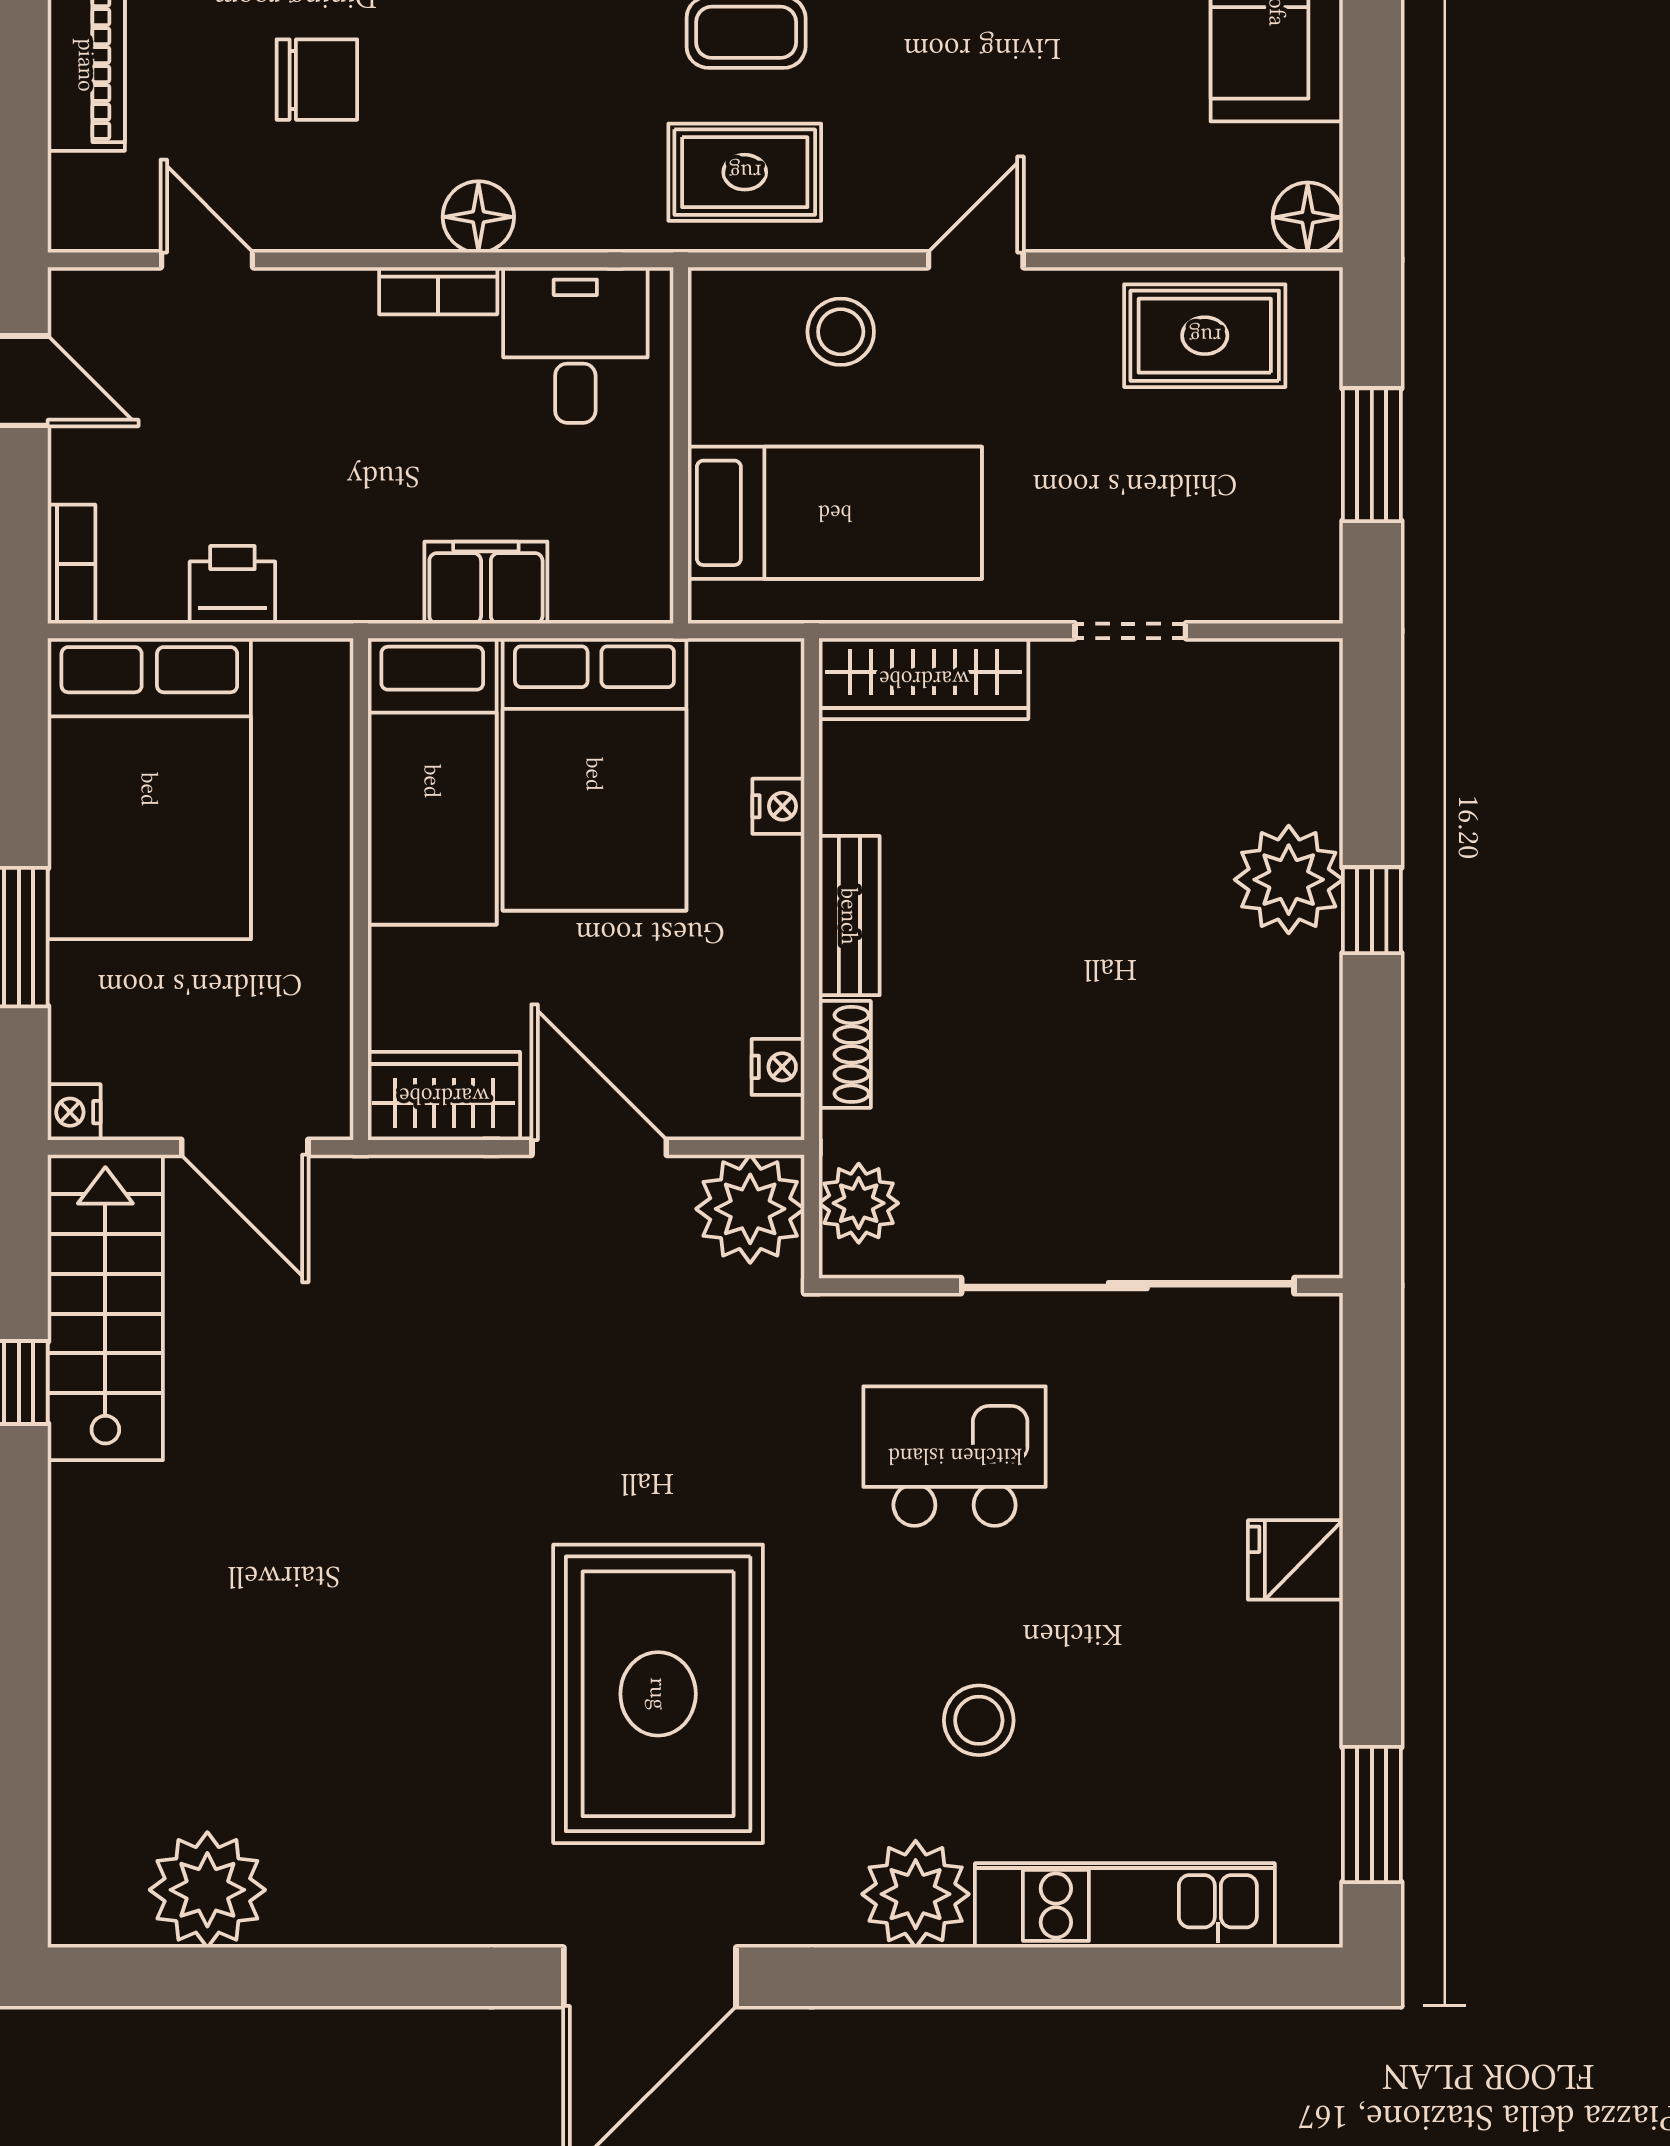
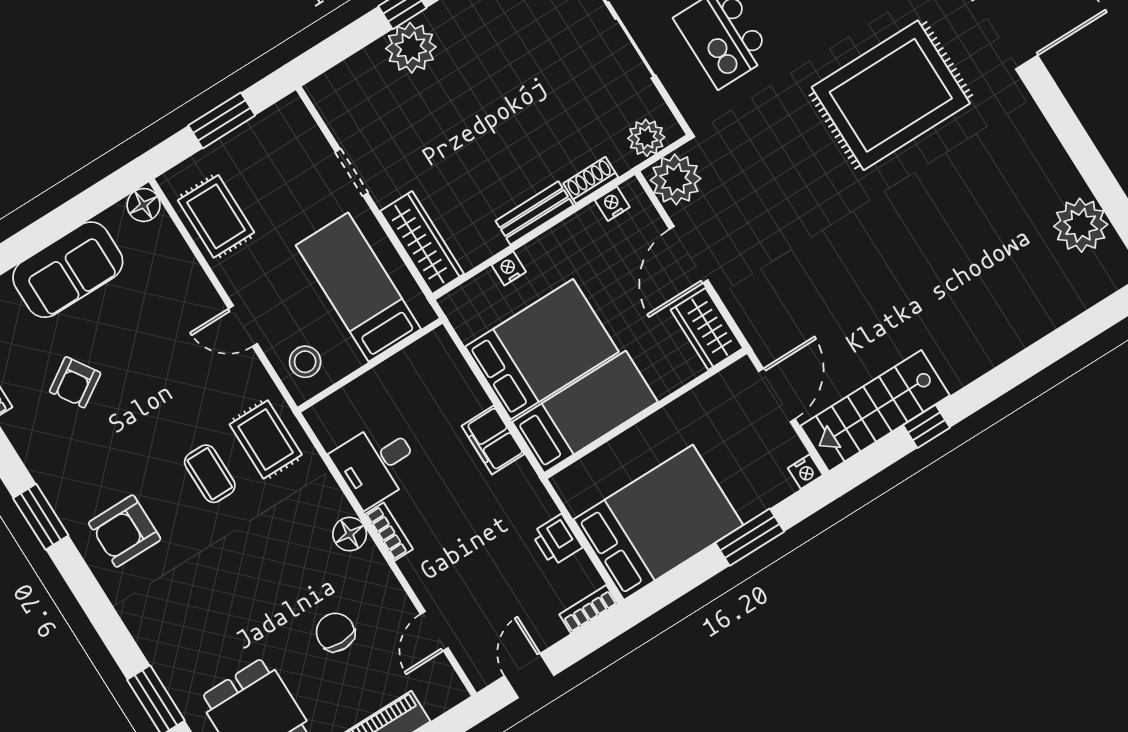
wall: (681, 445) -> (370, 365), moved
bed: (835, 513) -> (358, 287), moved

